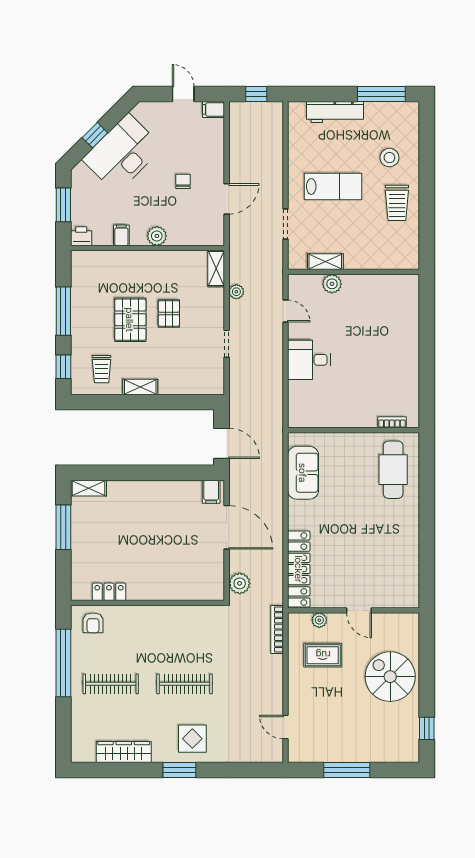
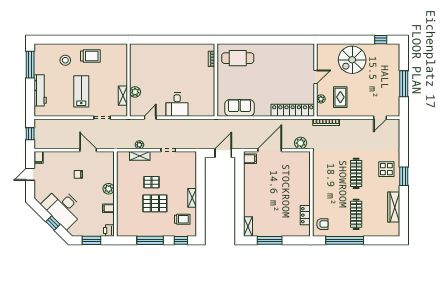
shelving: (216, 269) -> (140, 156), moved

